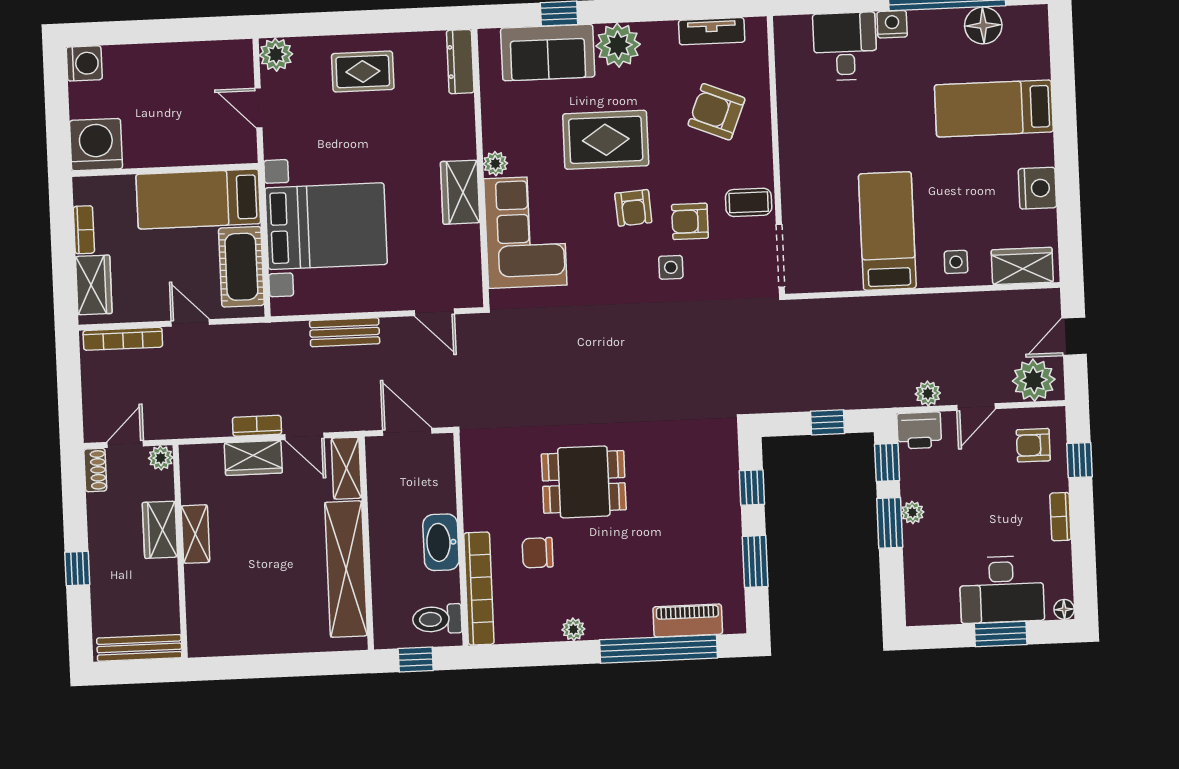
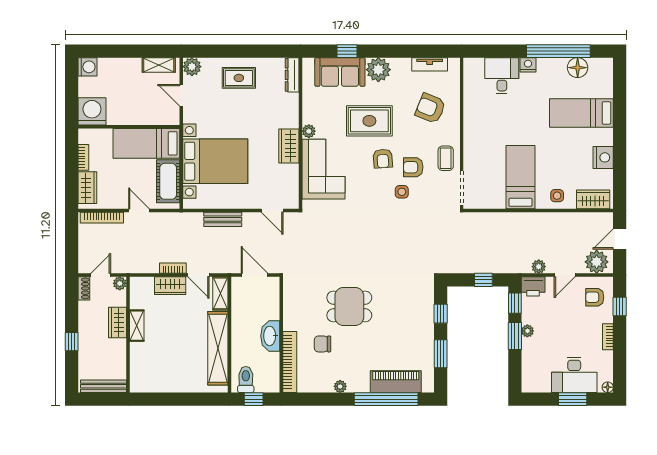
shelving: (215, 54) -> (159, 65), added
coffee table: (749, 202) -> (446, 158), turned 90
toilet: (437, 619) -> (246, 379), moved, turned 90
piano: (688, 620) -> (396, 382), width x1.37, depth x1.33

